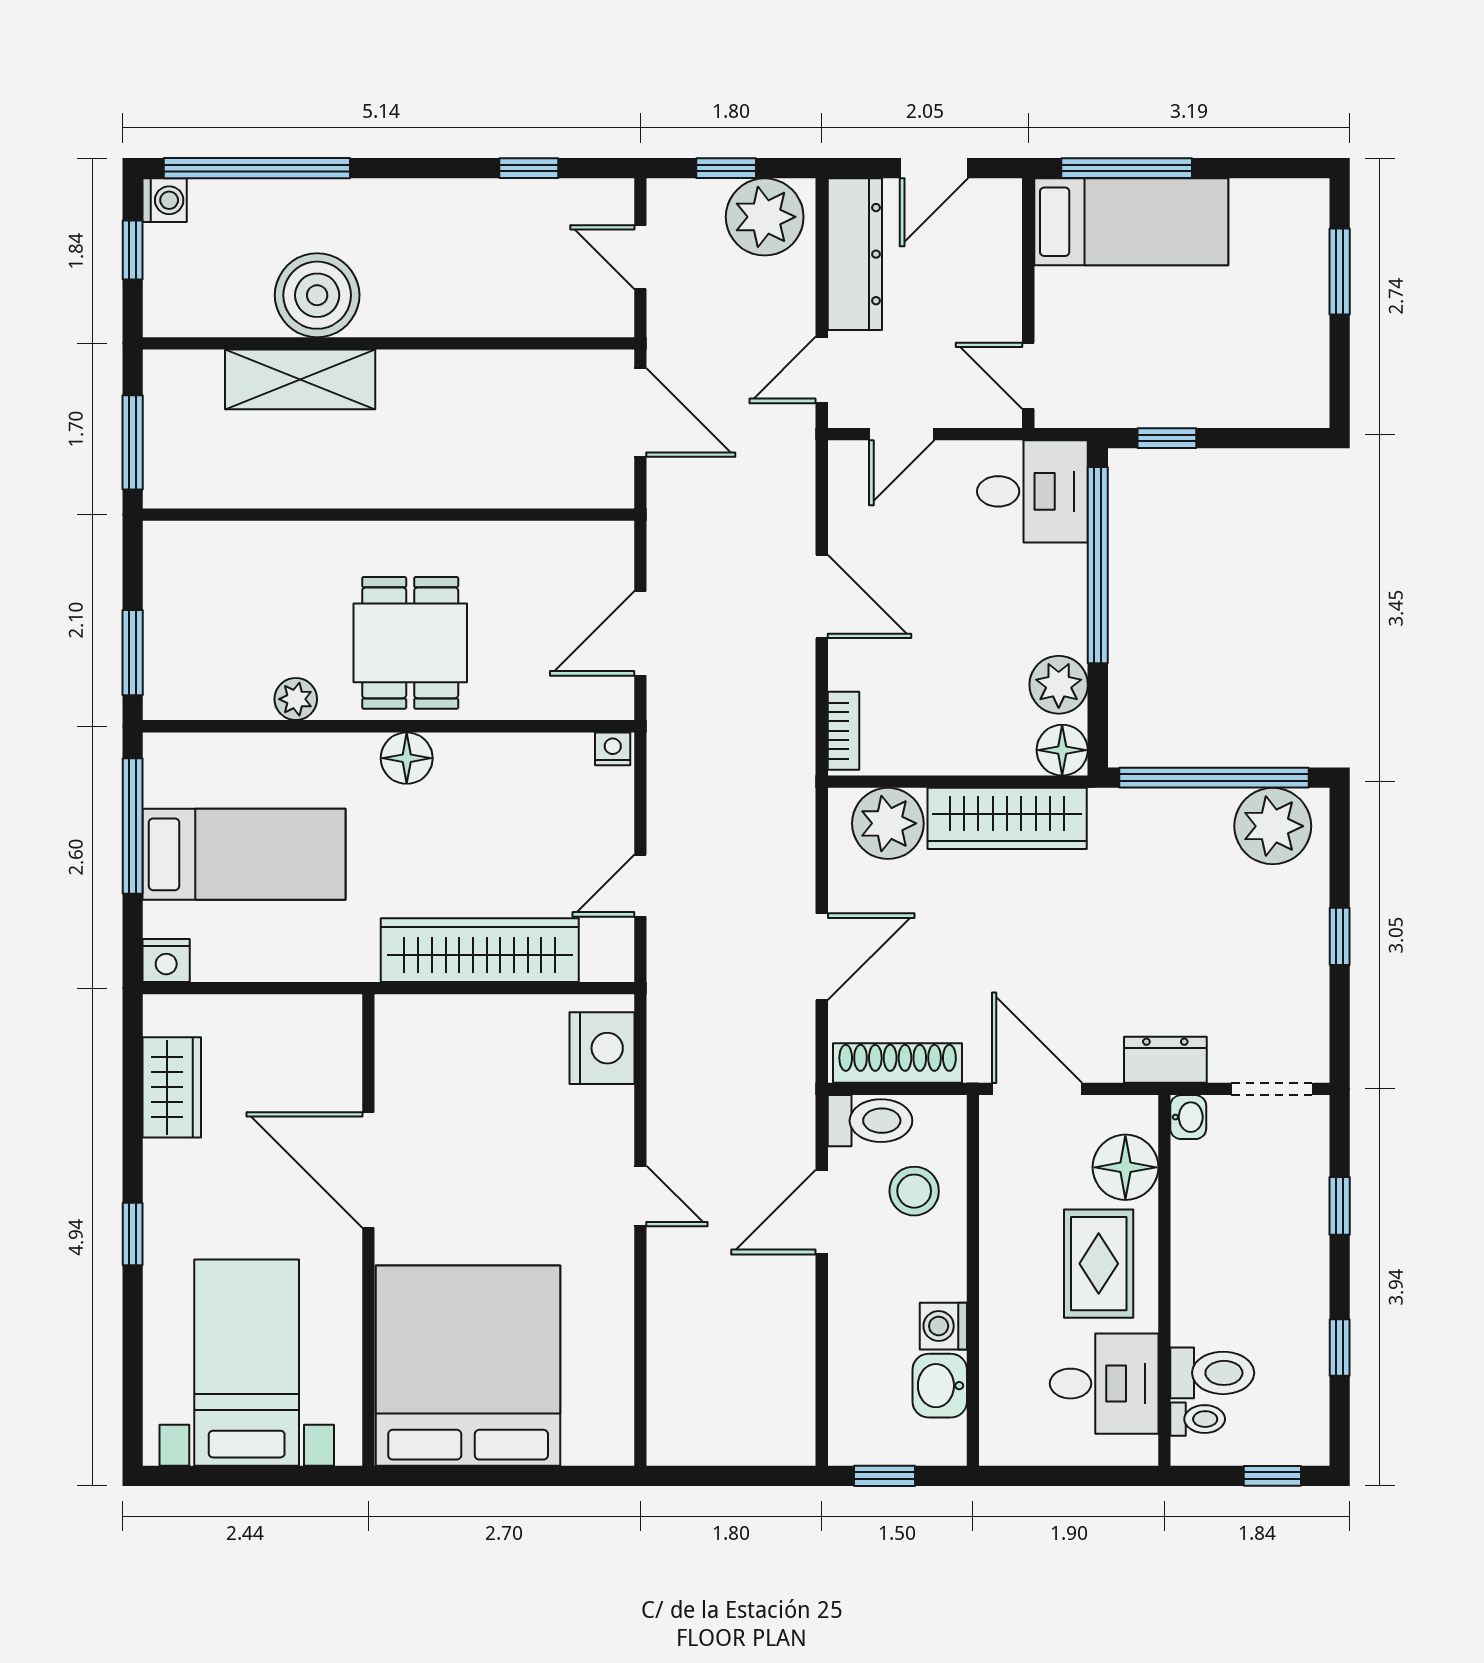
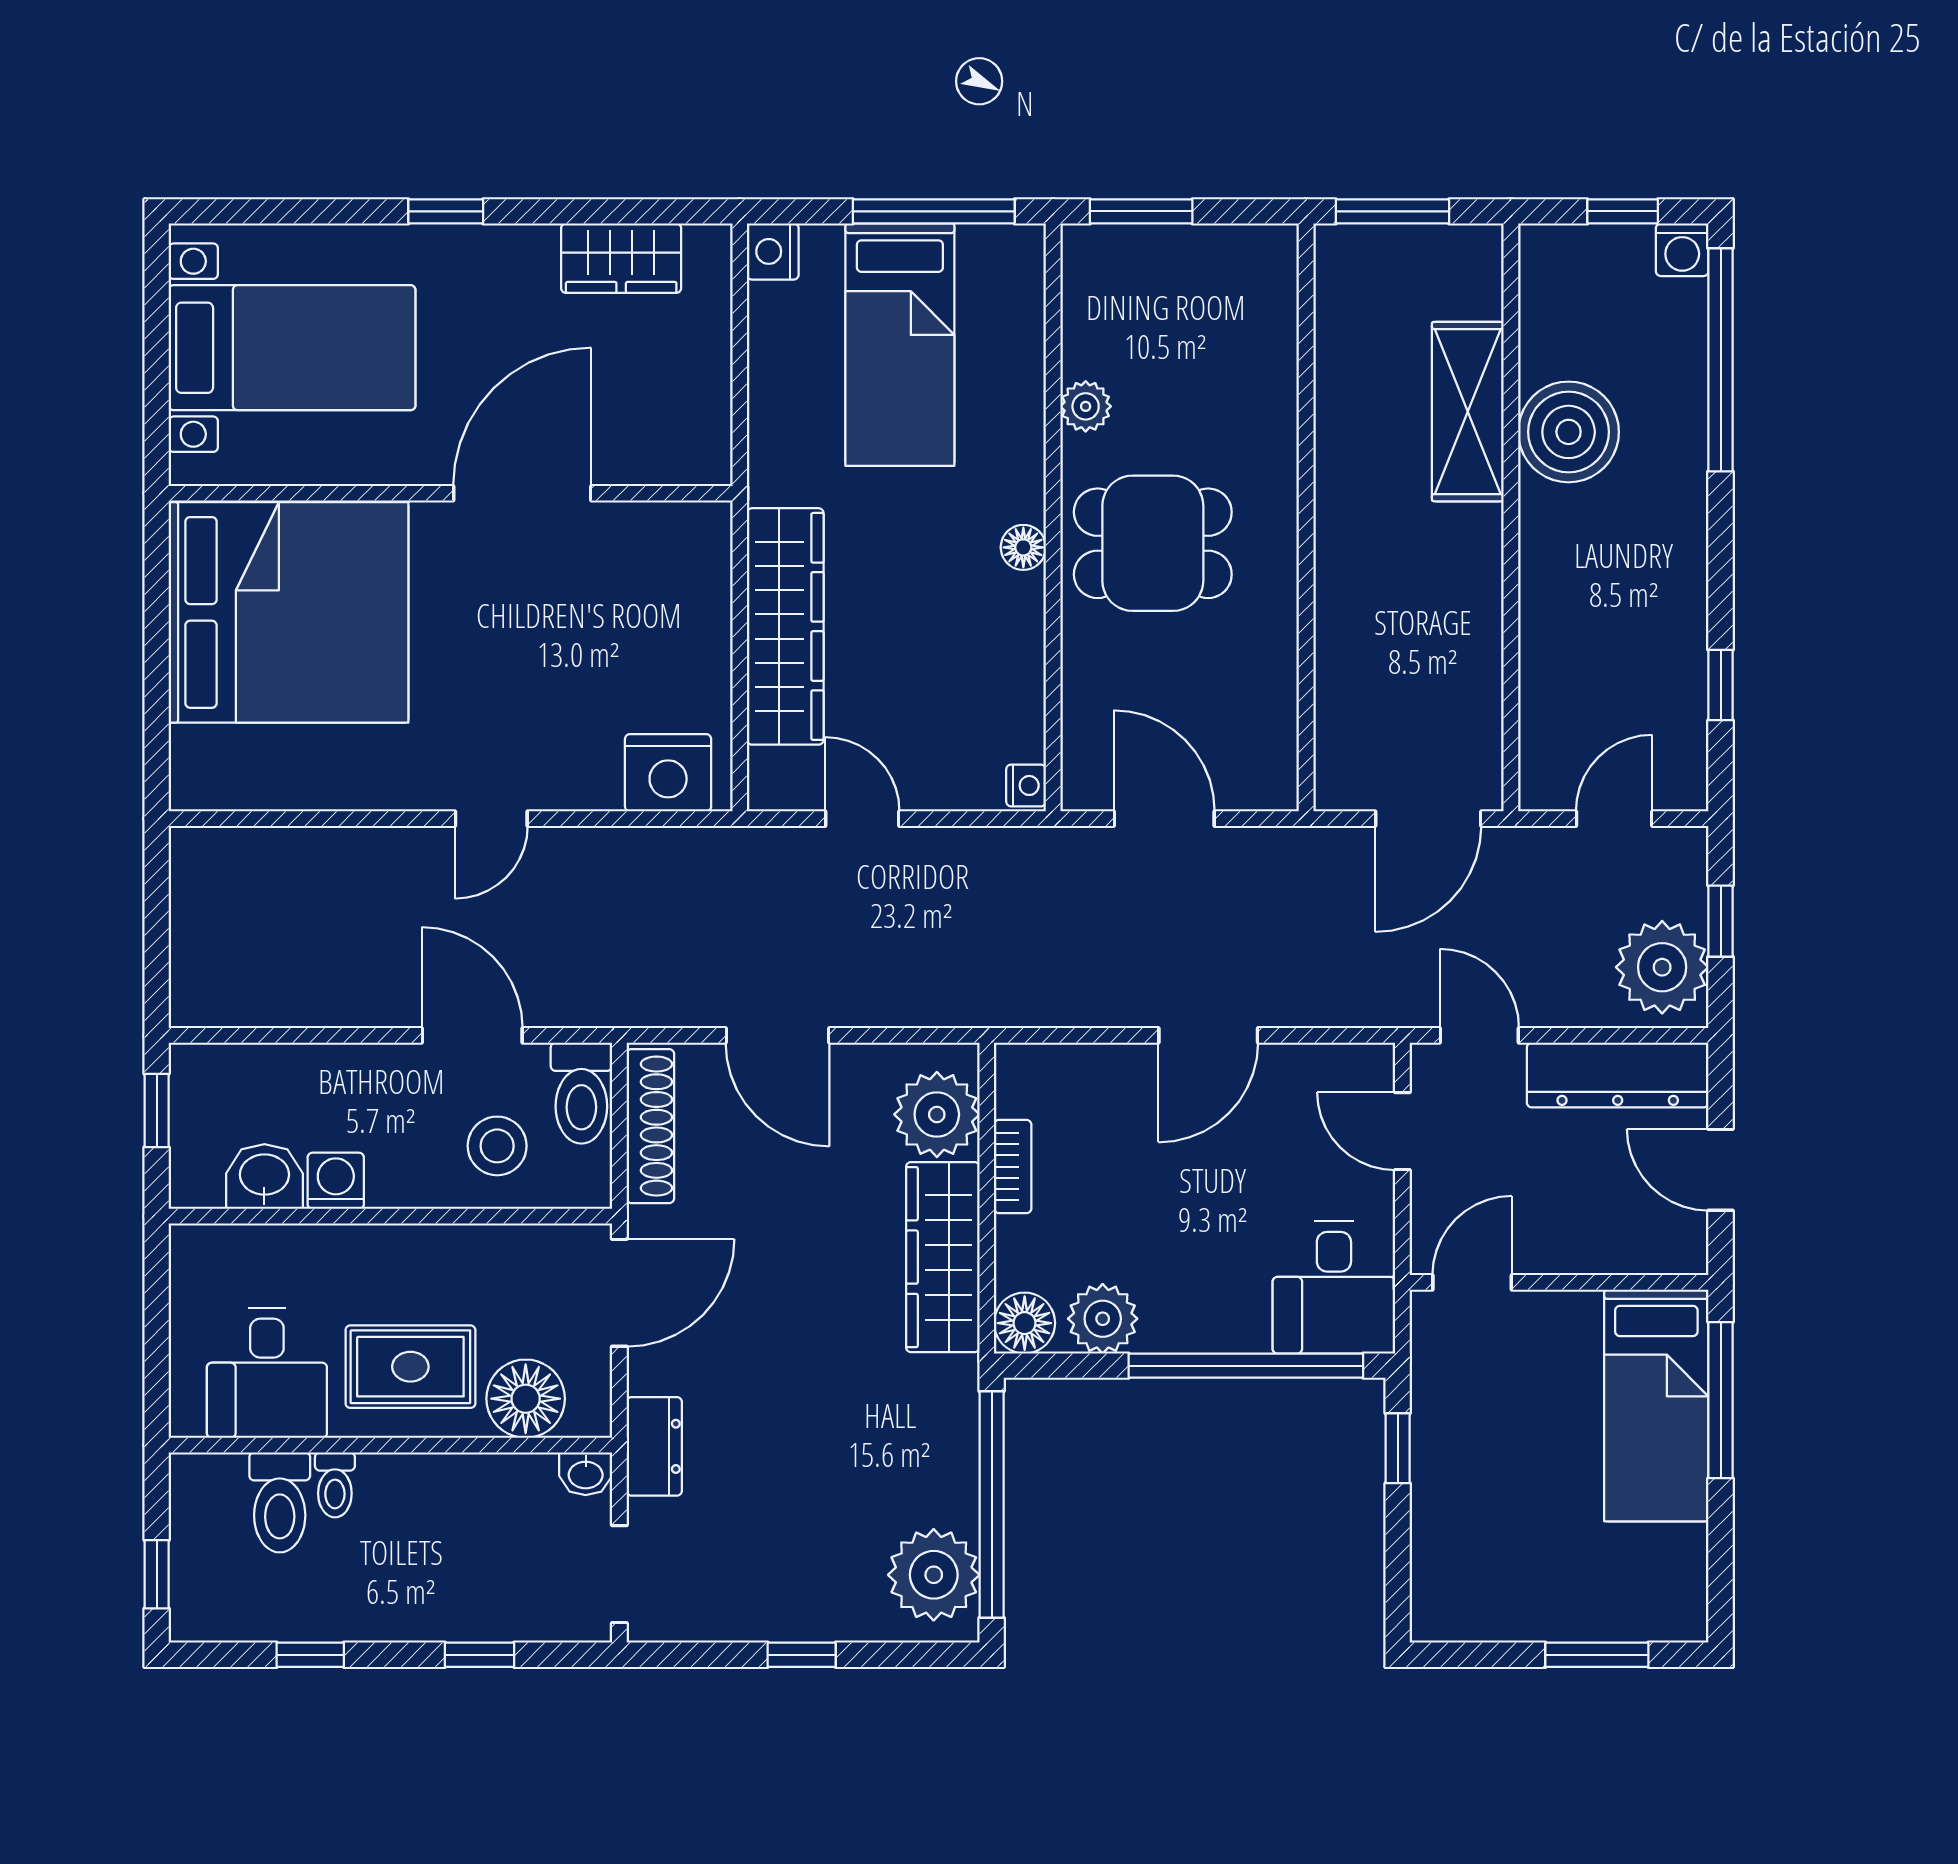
bookcase: (843, 731) -> (1013, 1167), moved, turned -90
floor lamp: (407, 758) -> (1023, 547), width x0.73, depth x0.73
toilet: (1198, 1419) -> (335, 1485), moved

